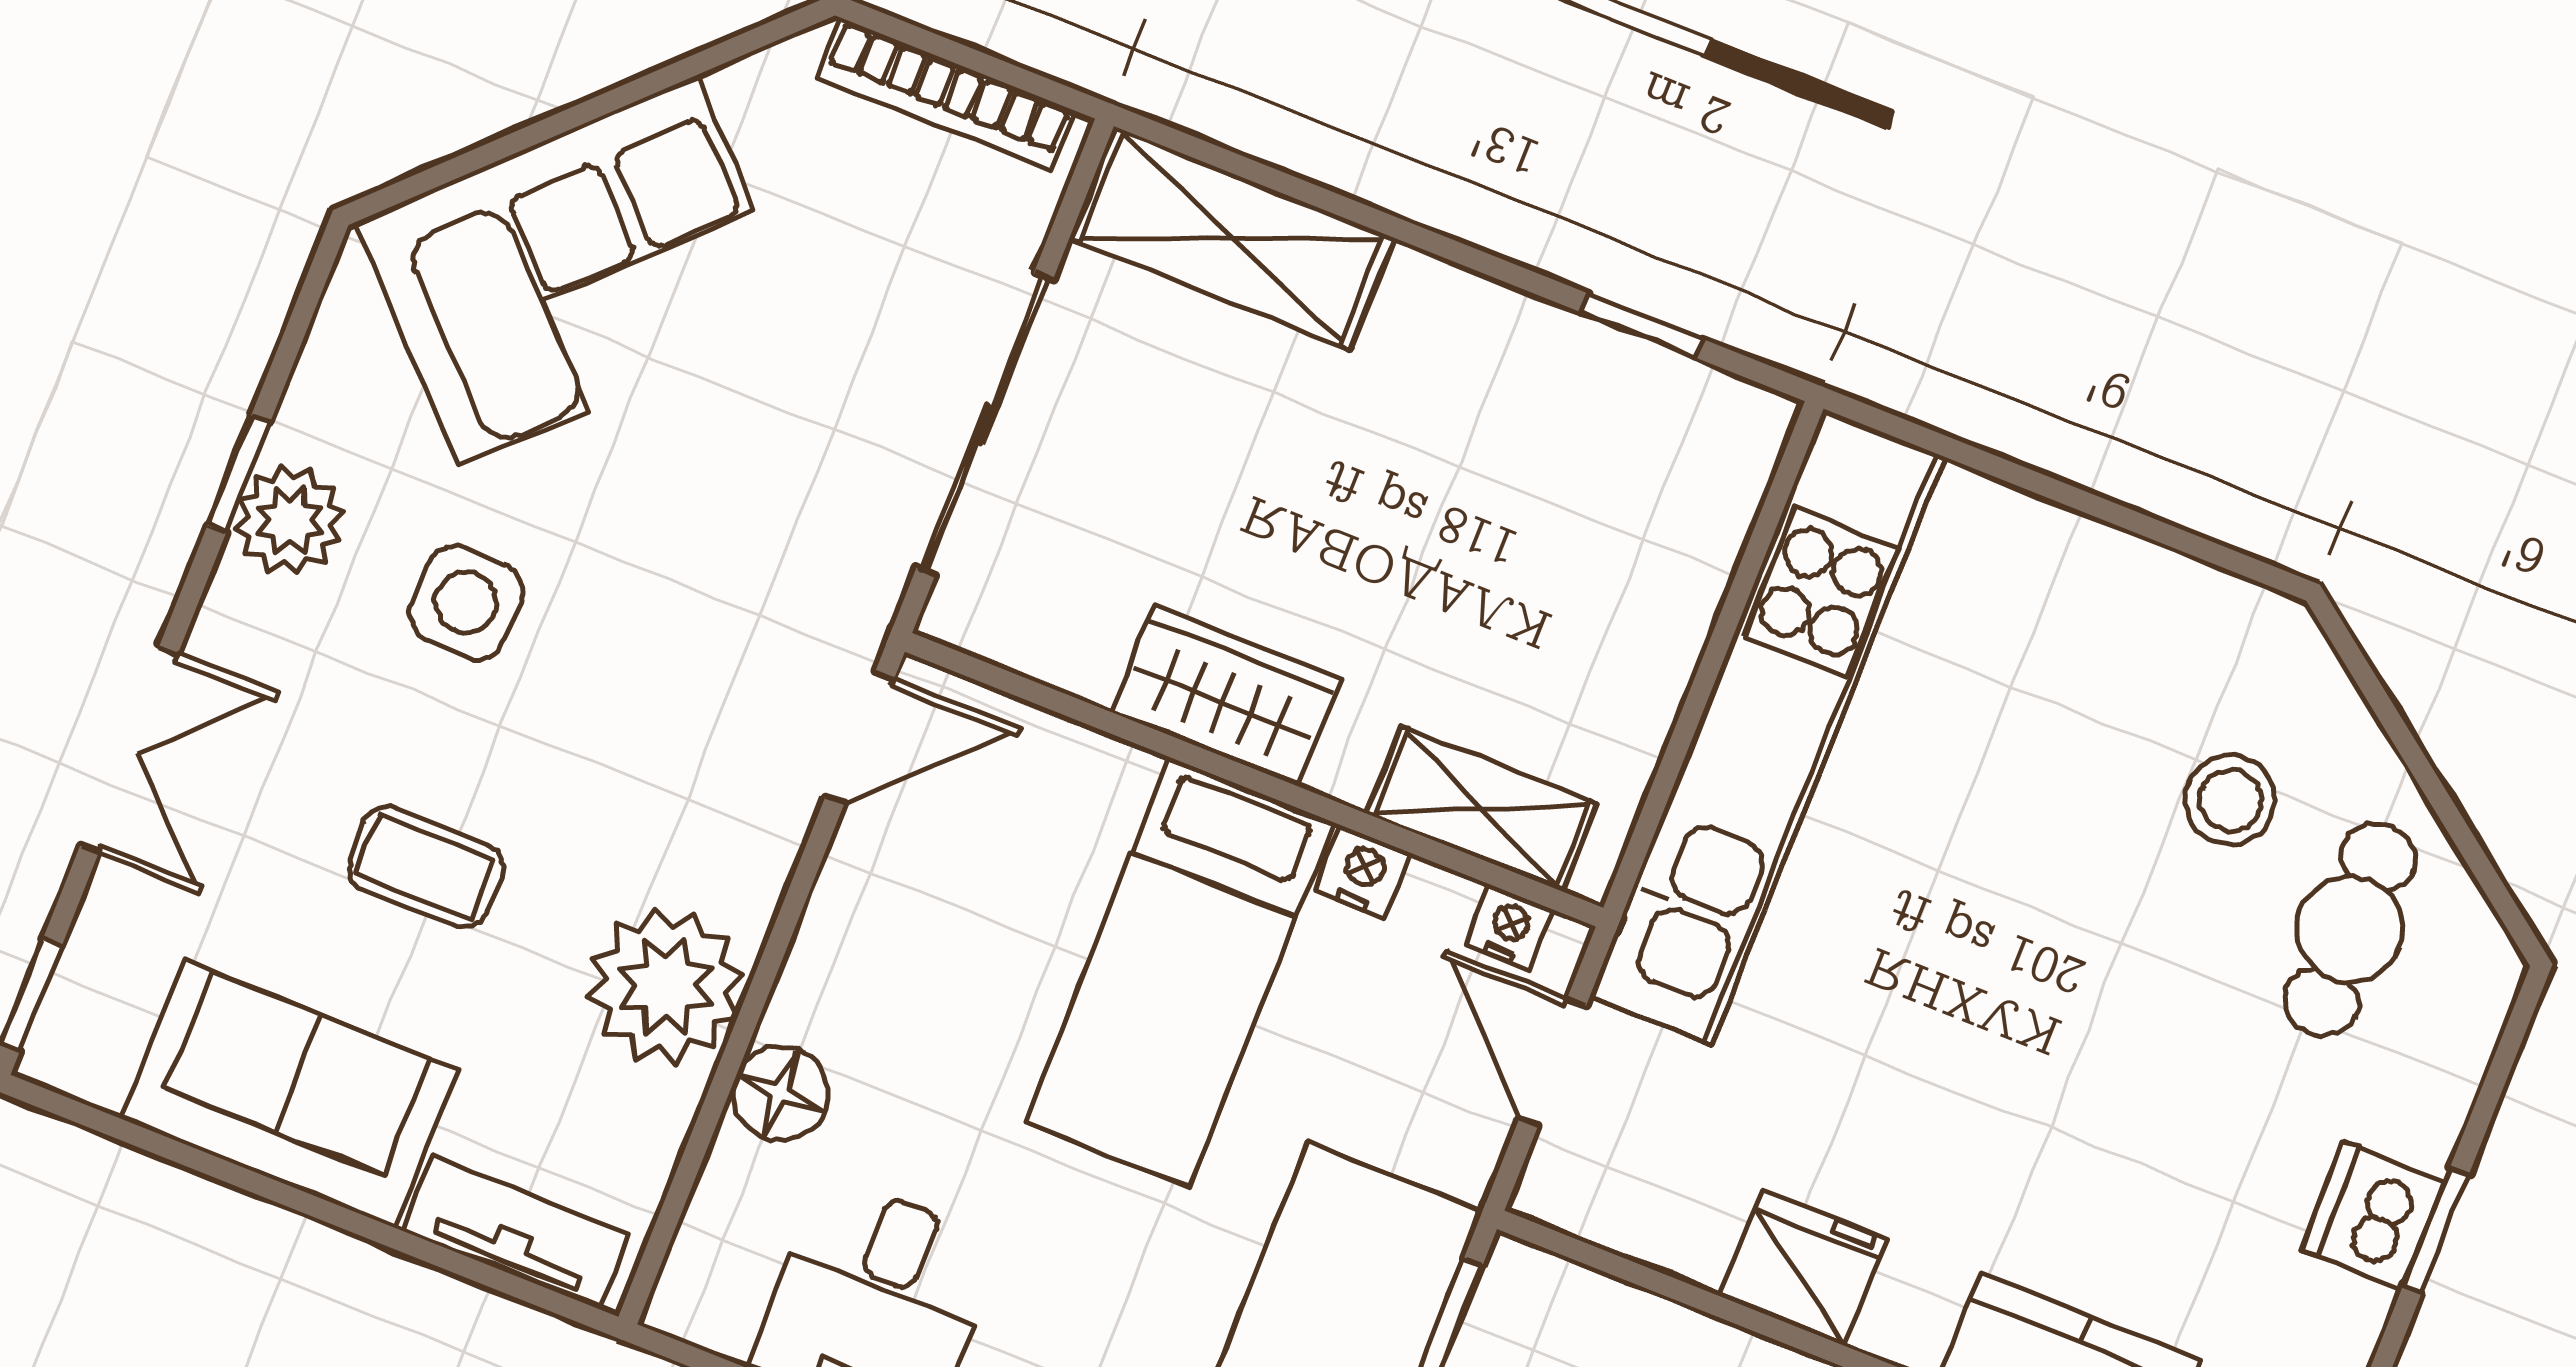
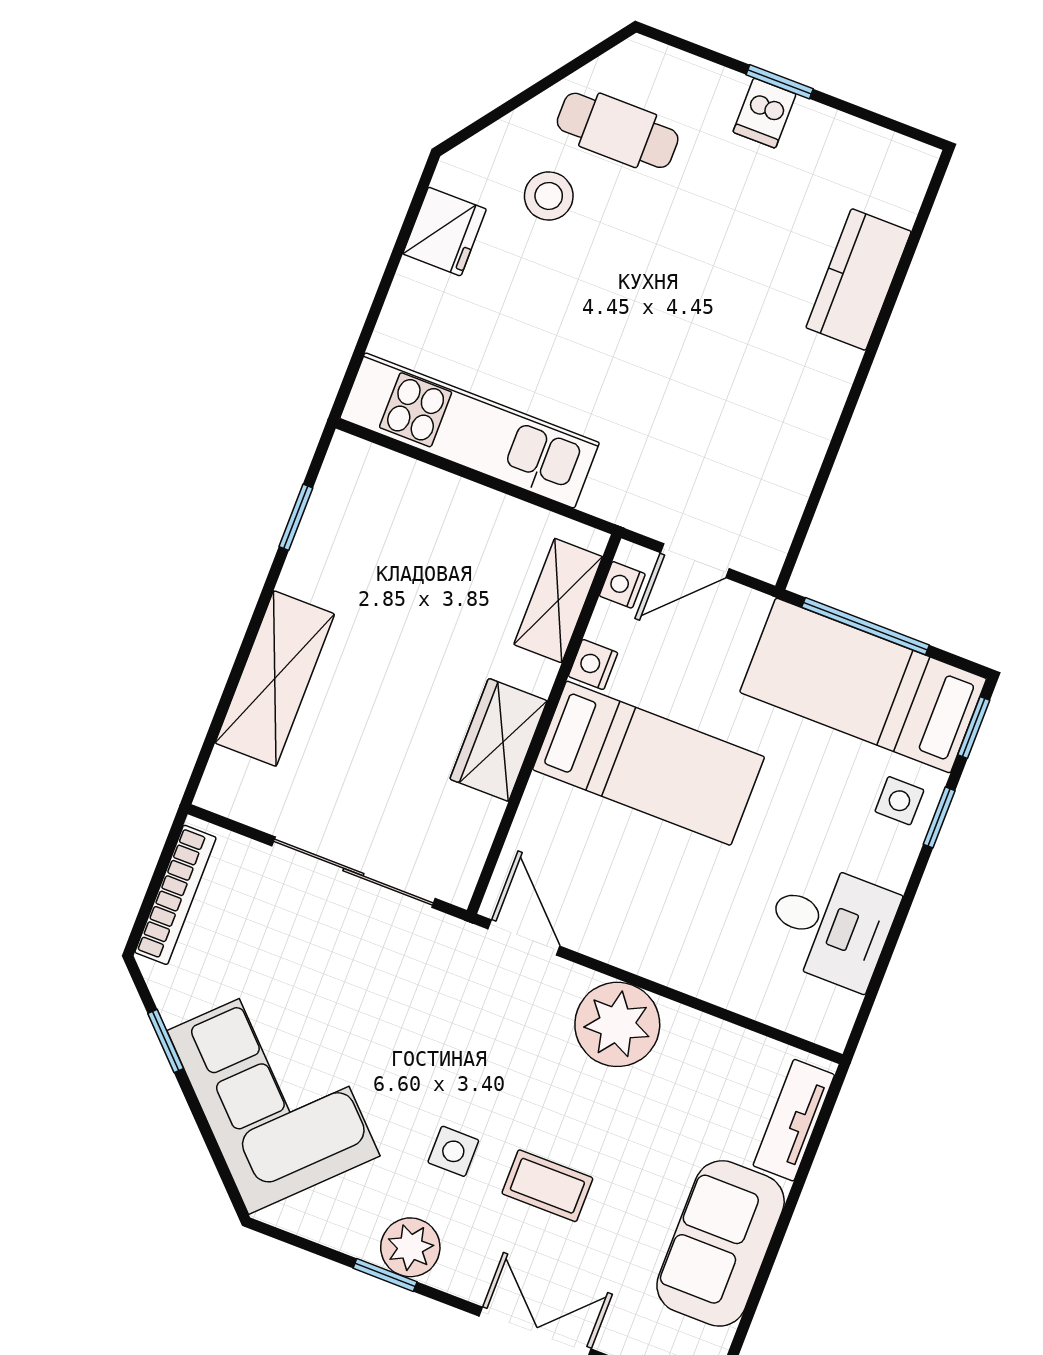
window: (676, 73) -> (166, 1041), added
shelving: (1232, 238) -> (275, 679), moved
side table: (466, 602) -> (453, 1151), width x0.73, depth x0.73
kitchen unit: (1767, 727) -> (470, 430), width x0.73
coffee table: (425, 867) -> (547, 1186), moved, turned 90
plant: (666, 987) -> (617, 1024), moved
floor lamp: (780, 1093) -> (717, 978), removed
dishwasher: (2373, 1216) -> (764, 113), width x0.73
fridge: (1803, 1267) -> (445, 232), moved, turned 180

